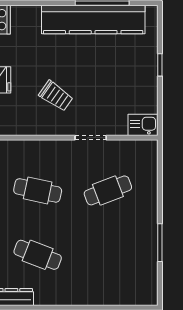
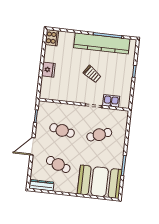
trolley: (56, 96) -> (92, 74), moved
kitchen sink: (143, 125) -> (111, 101), moved
booth: (119, 278) -> (100, 182), added

